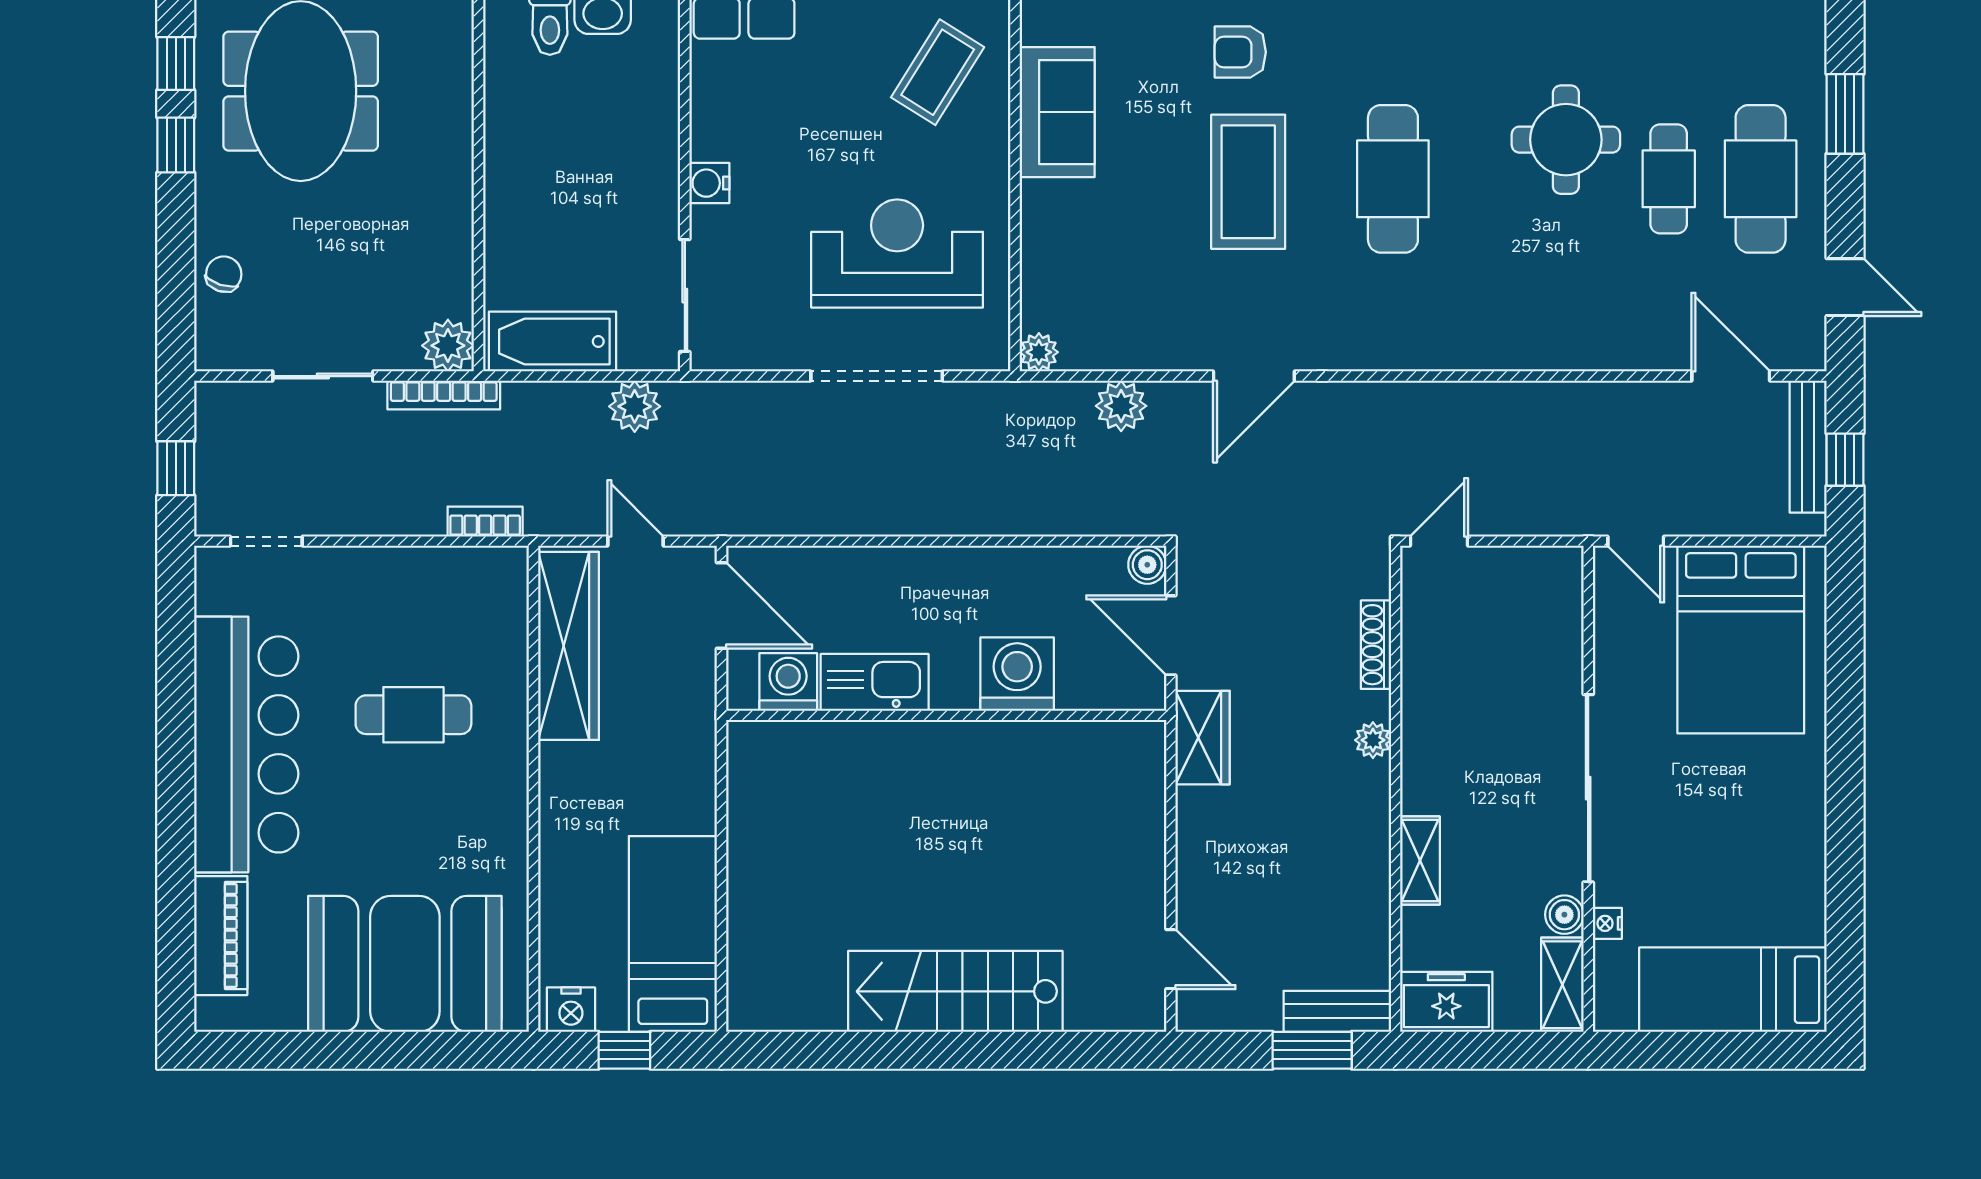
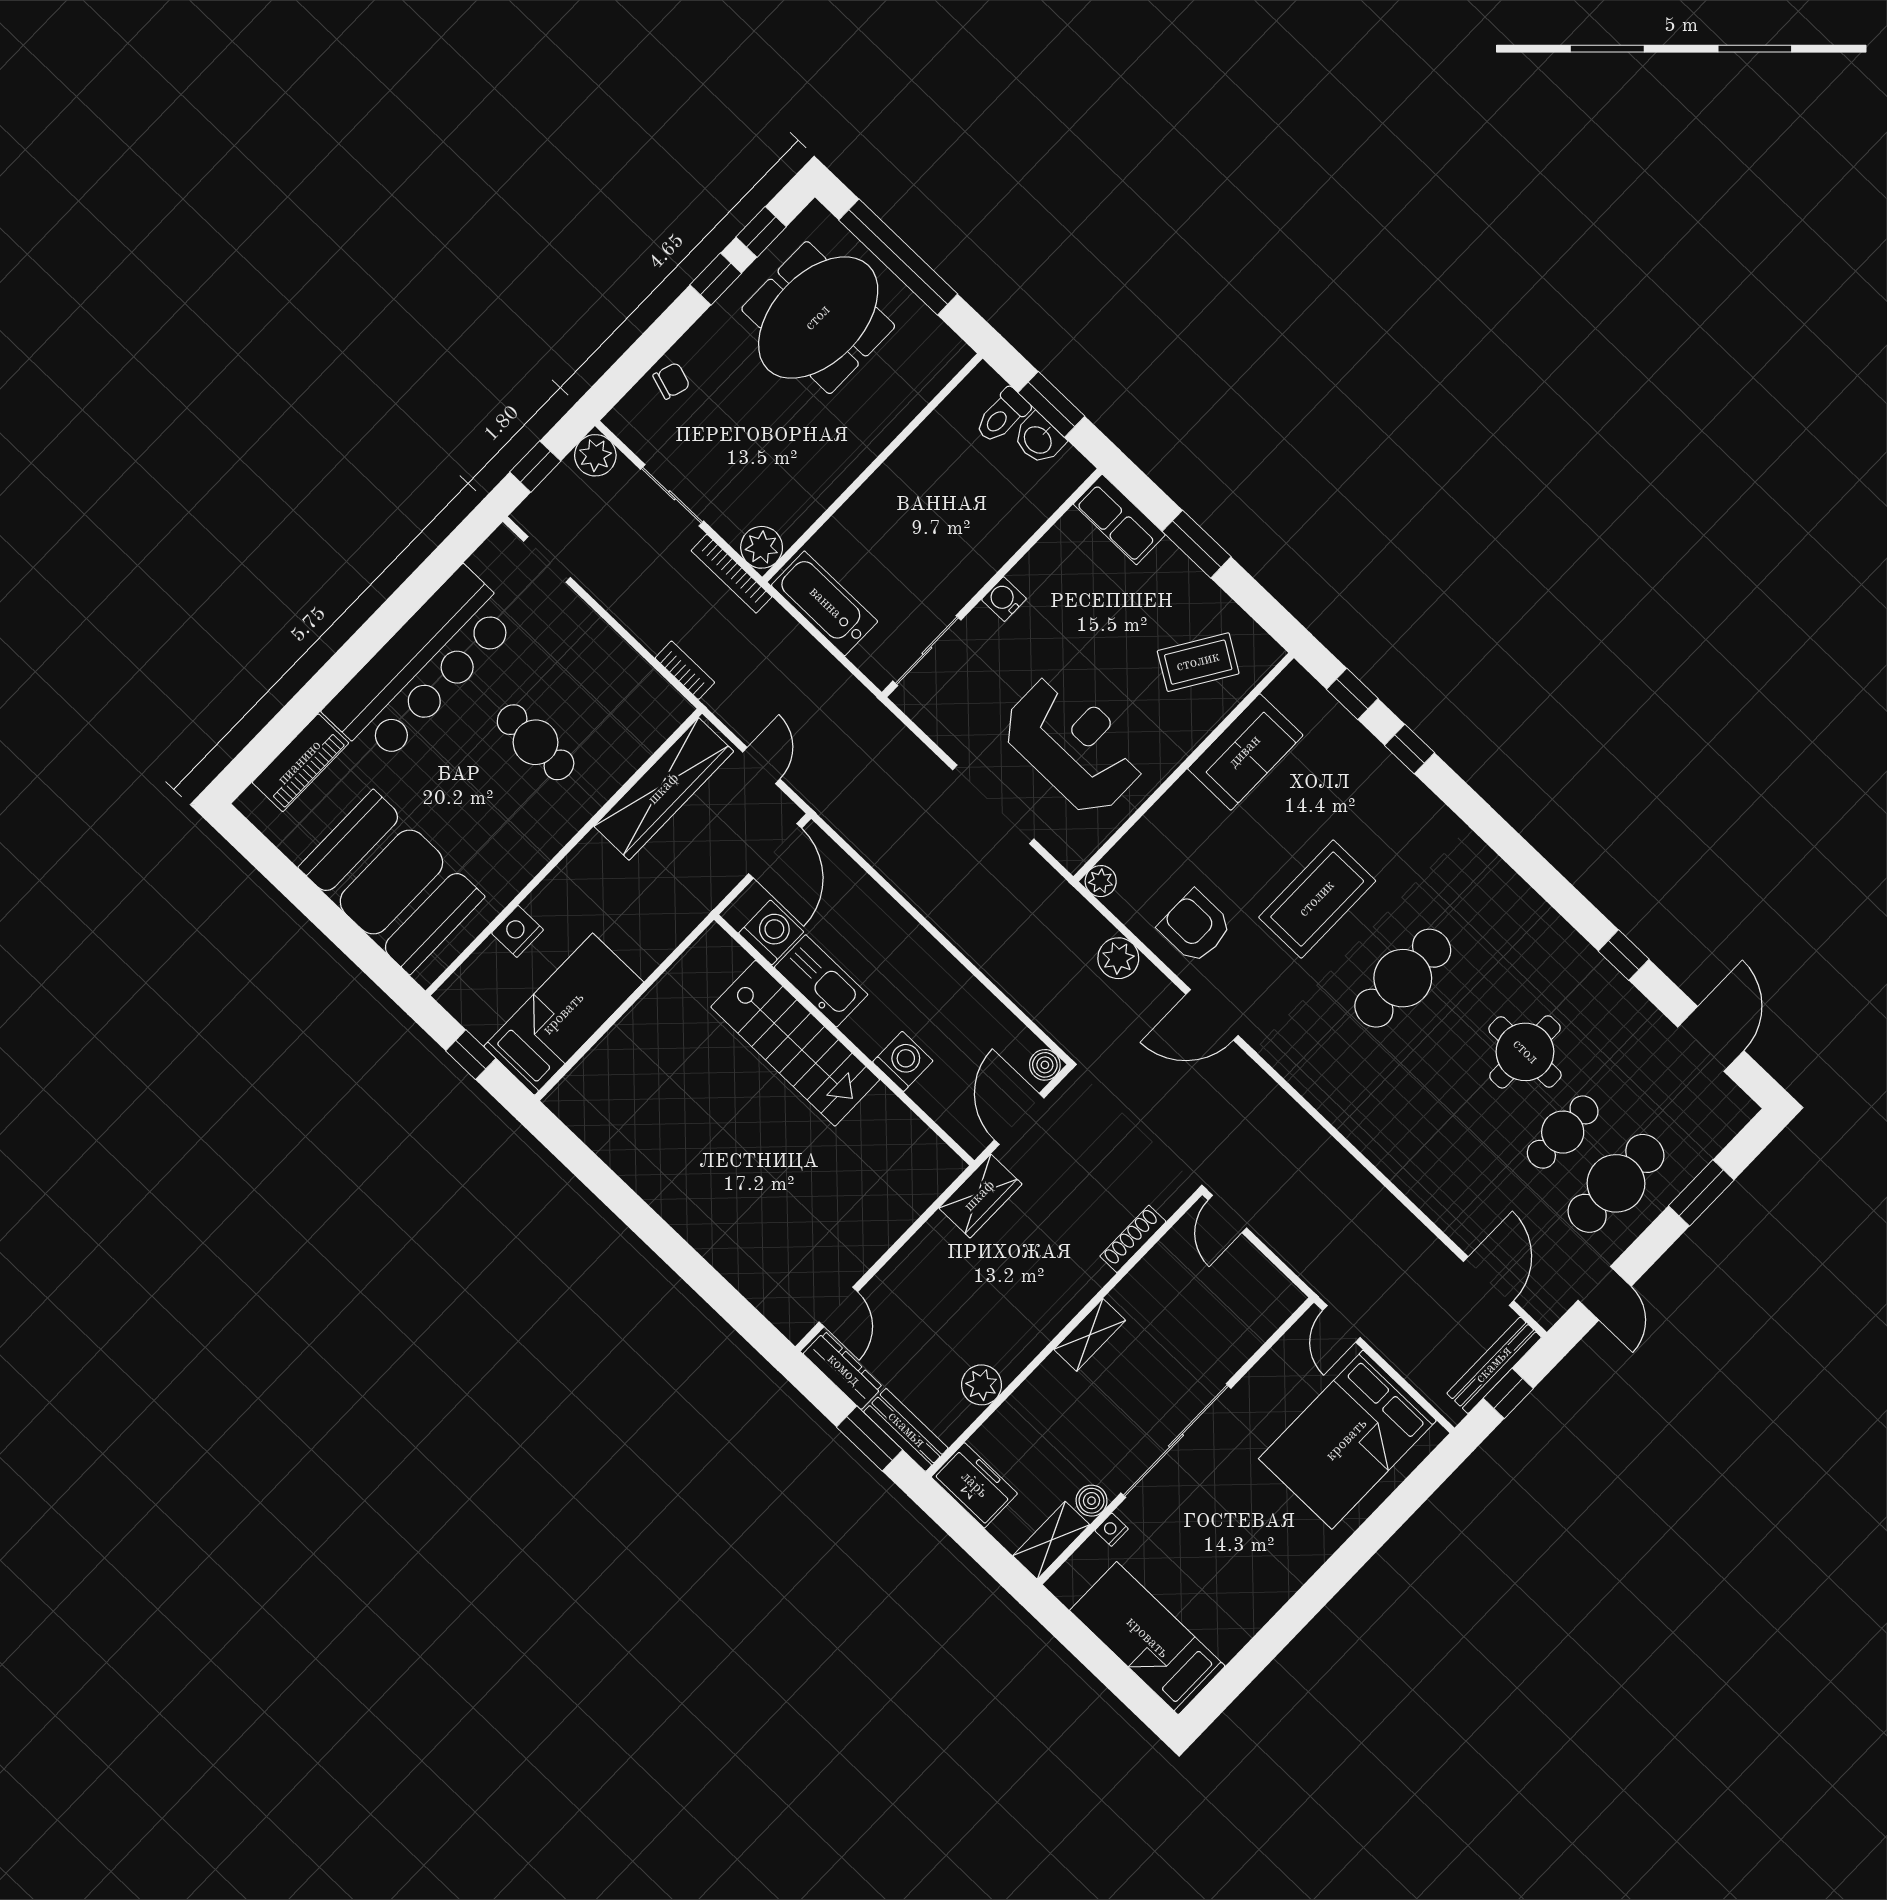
armchair: (1240, 52) -> (1195, 927), moved, width x1.38, depth x1.38
plant: (635, 406) -> (595, 455), moved
door: (1439, 541) -> (1227, 1214), swing flipped
washing machine: (1017, 674) -> (903, 1061), width x0.73, depth x0.73
plant: (1373, 740) -> (982, 1385), moved, width x1.38, depth x1.38
shelving: (1420, 860) -> (1090, 1335), moved
stairs: (955, 991) -> (795, 1043), moved, turned 180
nightstand: (571, 1010) -> (517, 931), moved, turned 90
dresser: (1230, 1012) -> (843, 1370), added

